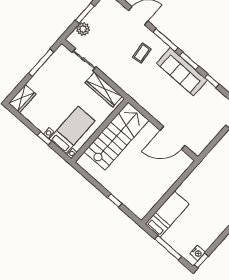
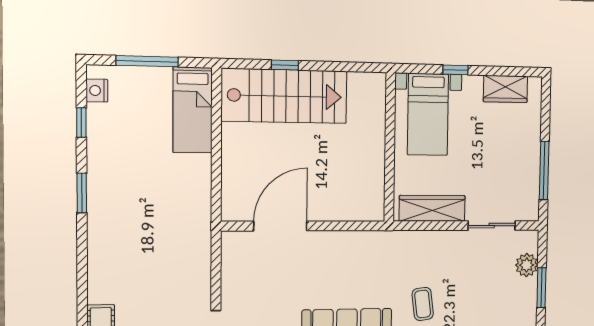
wardrobe: (22, 99) -> (505, 89), moved, turned -90
stairs: (117, 136) -> (284, 96), moved, turned -90
window: (201, 260) -> (81, 123), moved

